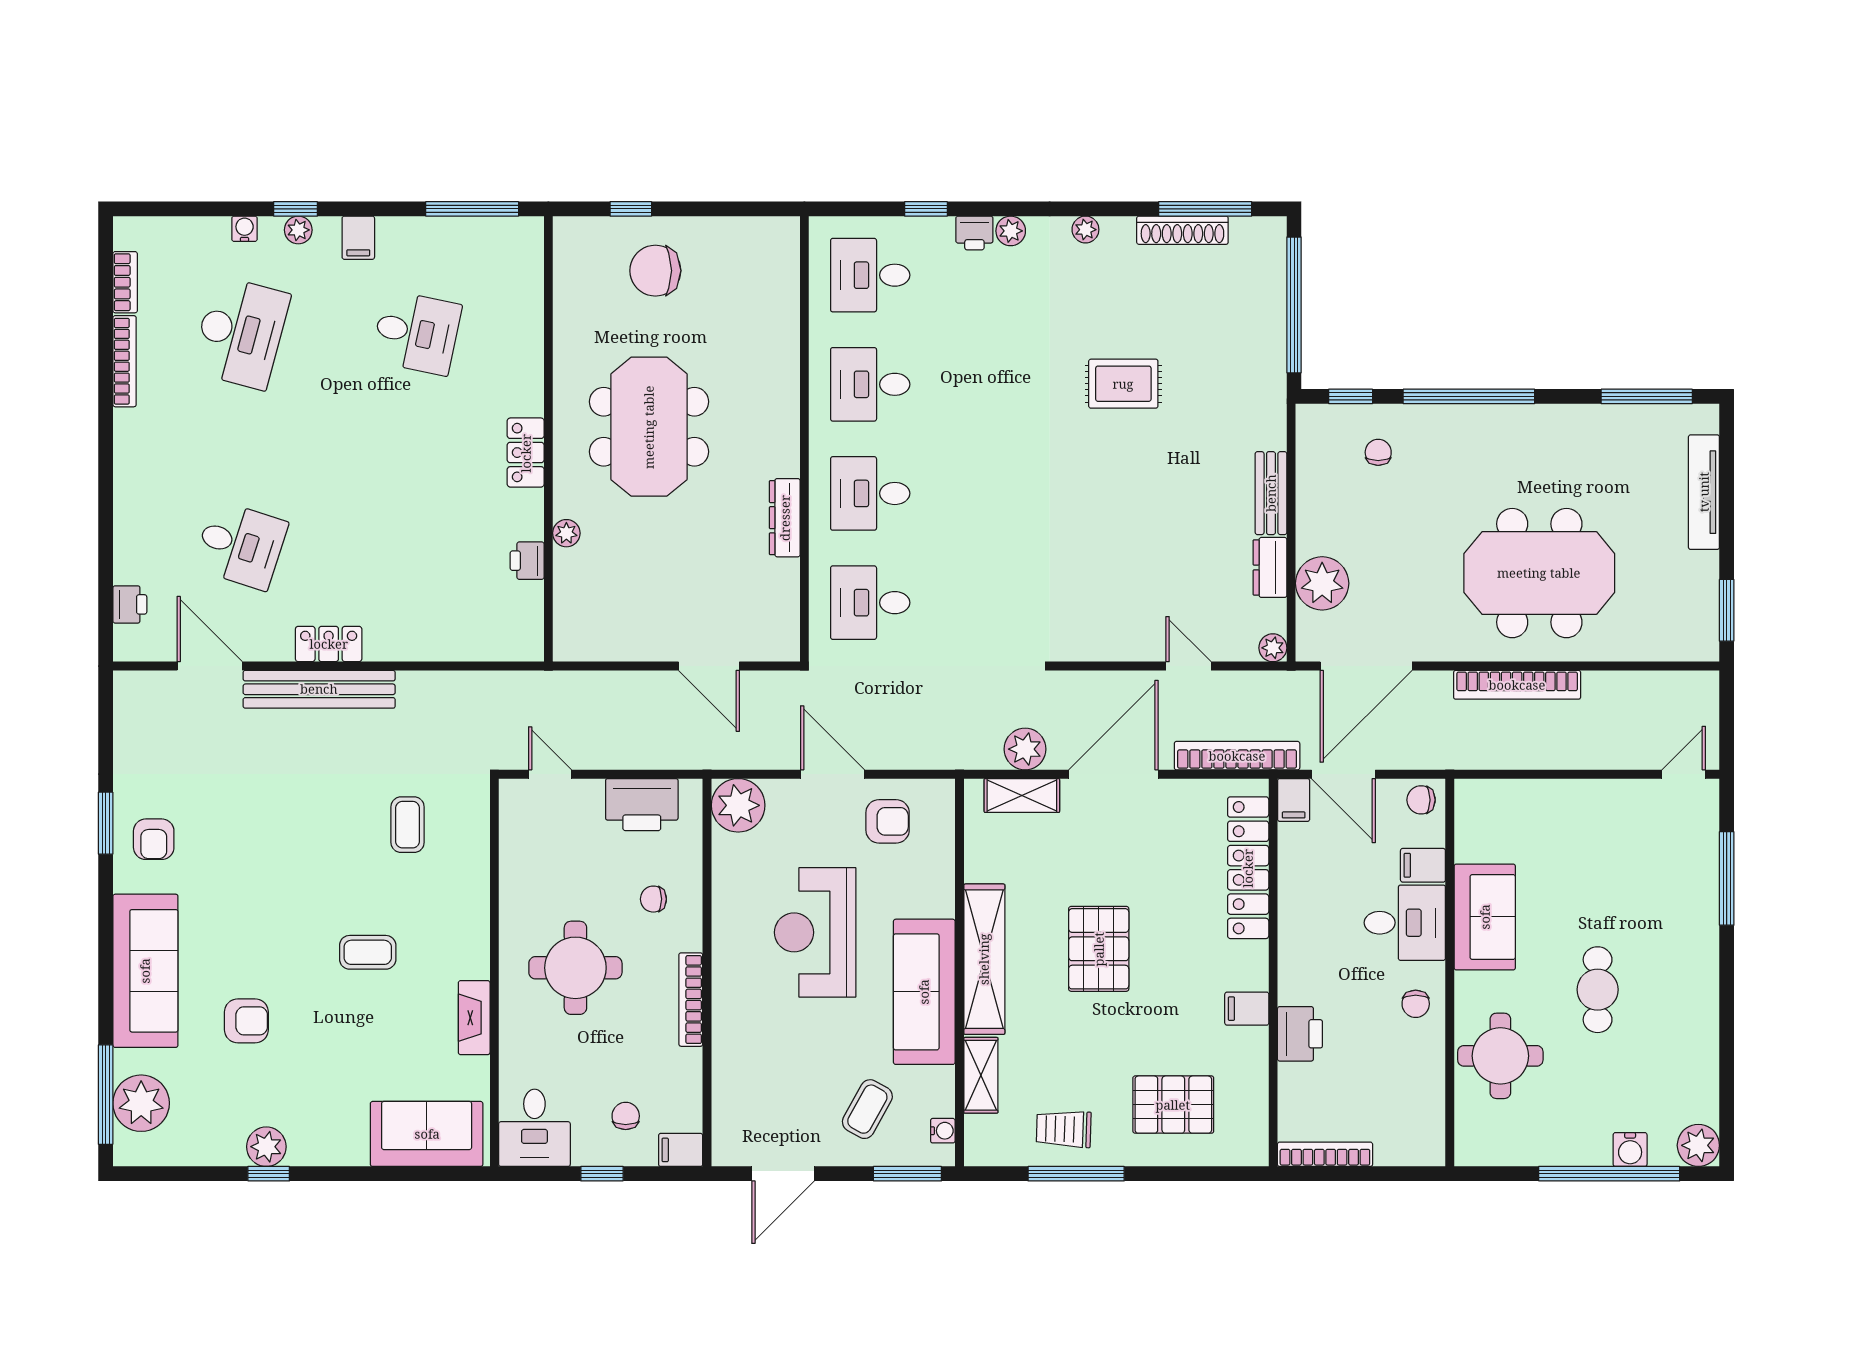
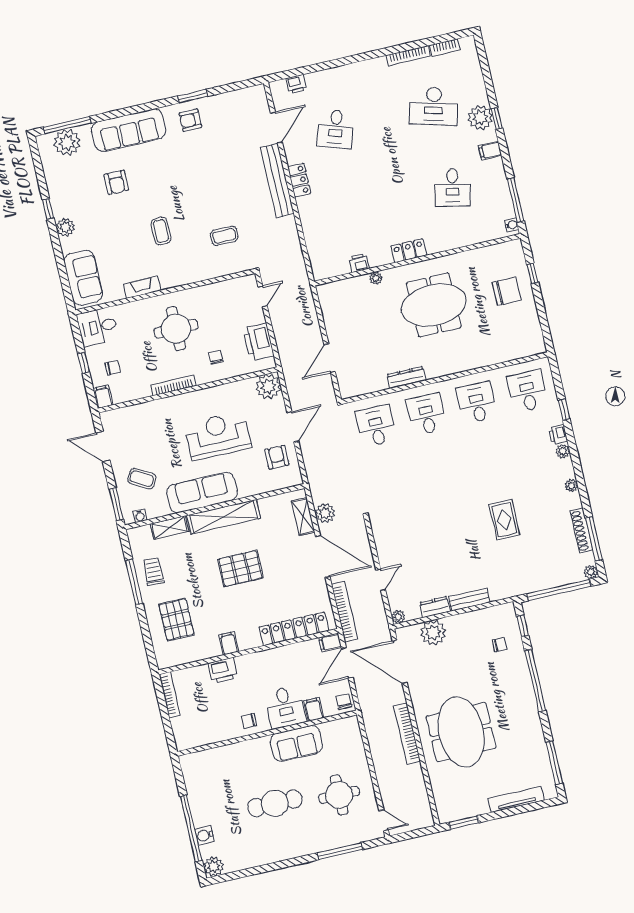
water cooler: (245, 229) -> (512, 225), moved
plant: (298, 230) -> (480, 118), width x1.88, depth x1.88
plant: (1272, 231) -> (591, 572), added
chair: (655, 271) -> (507, 291), turned 90
armchair: (888, 821) -> (277, 457), turned 180
cafe table: (1598, 990) -> (275, 803), width x1.37, depth x1.35
round table: (1500, 1056) -> (339, 795), moved
plant: (266, 1147) -> (65, 227), moved

